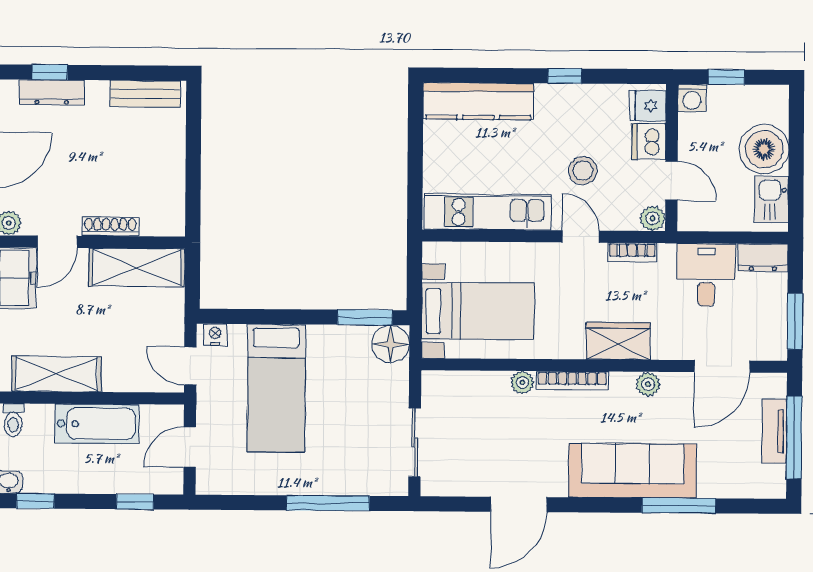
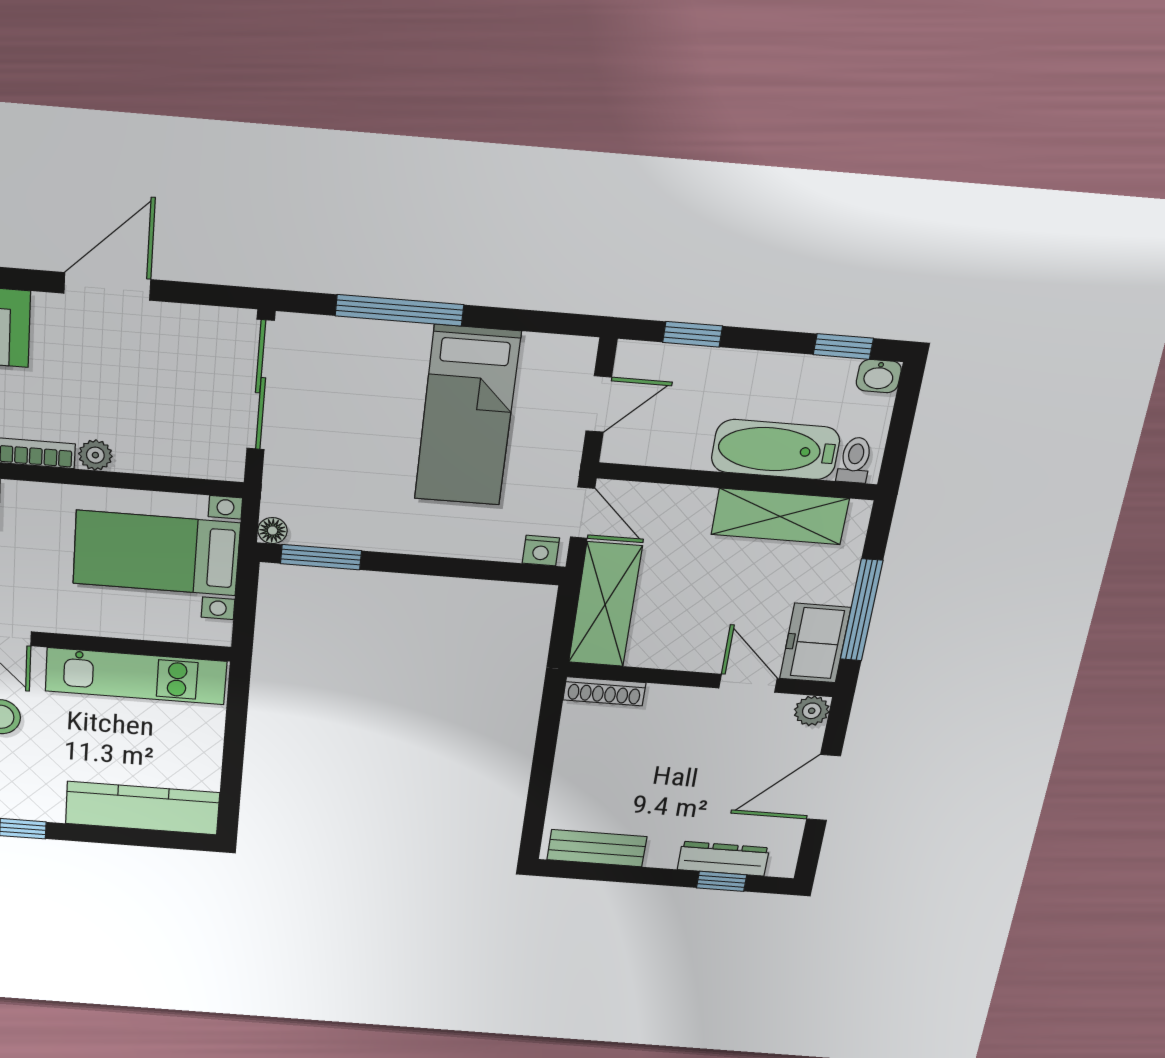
shoe rack: (110, 227) -> (604, 691), moved
door: (57, 242) -> (748, 683), hinge flipped
shelving: (137, 268) -> (605, 605), moved, turned 90
floor lamp: (391, 344) -> (273, 531), width x0.53, depth x0.53
bed: (276, 388) -> (467, 416), moved, turned 180
bathtub: (97, 424) -> (775, 450), moved
sliding door: (415, 443) -> (261, 385), width x1.37

